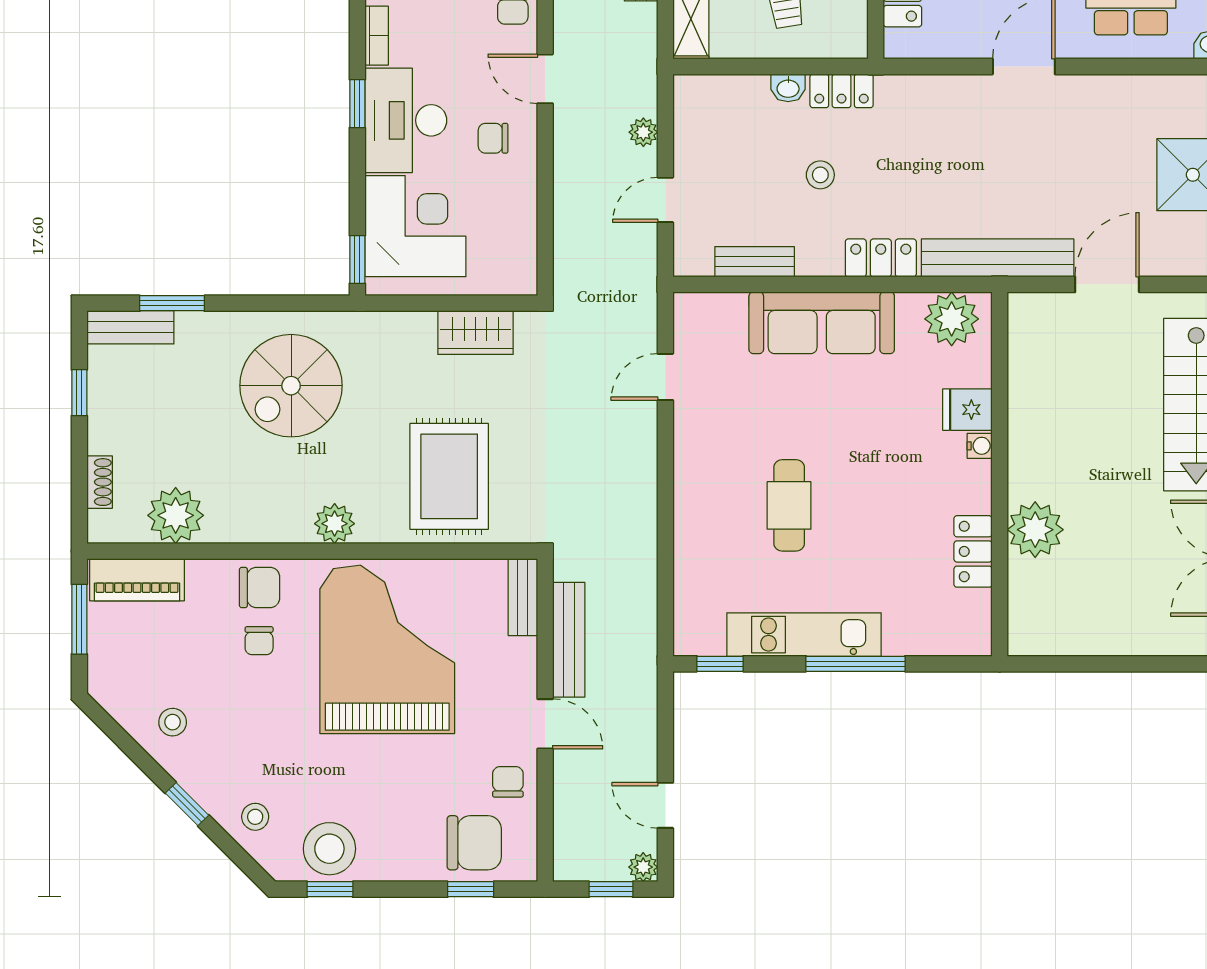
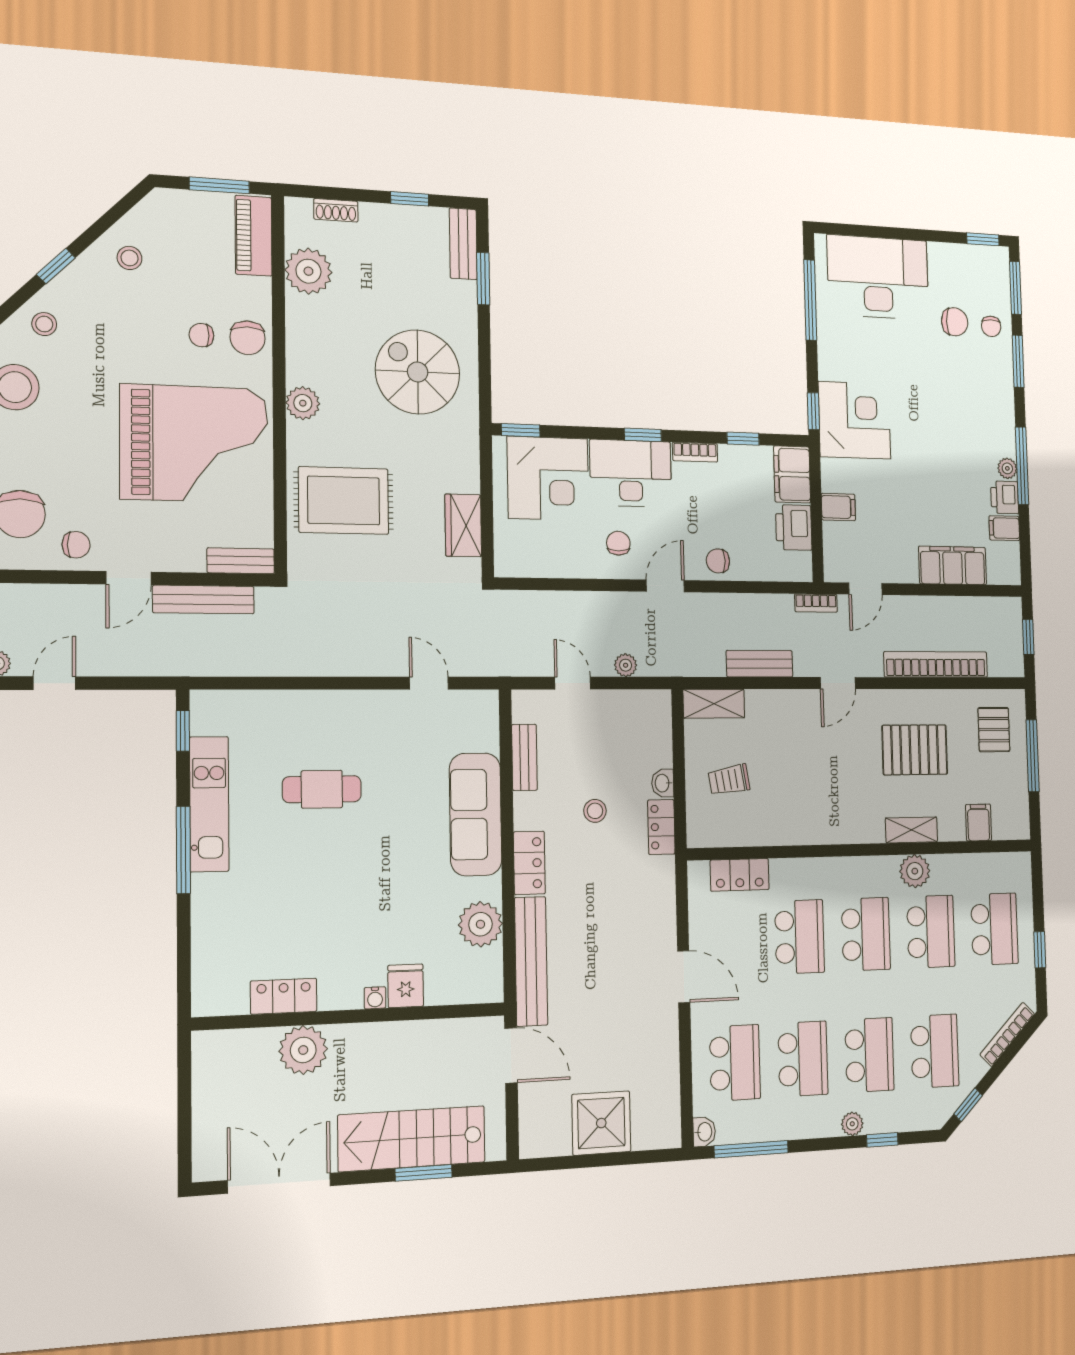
fridge: (967, 410) -> (406, 986), moved
water cooler: (980, 446) -> (375, 998), moved
wall: (1000, 474) -> (351, 1016), moved
plant: (1035, 530) -> (303, 1050), moved
locker: (973, 551) -> (284, 996), moved

